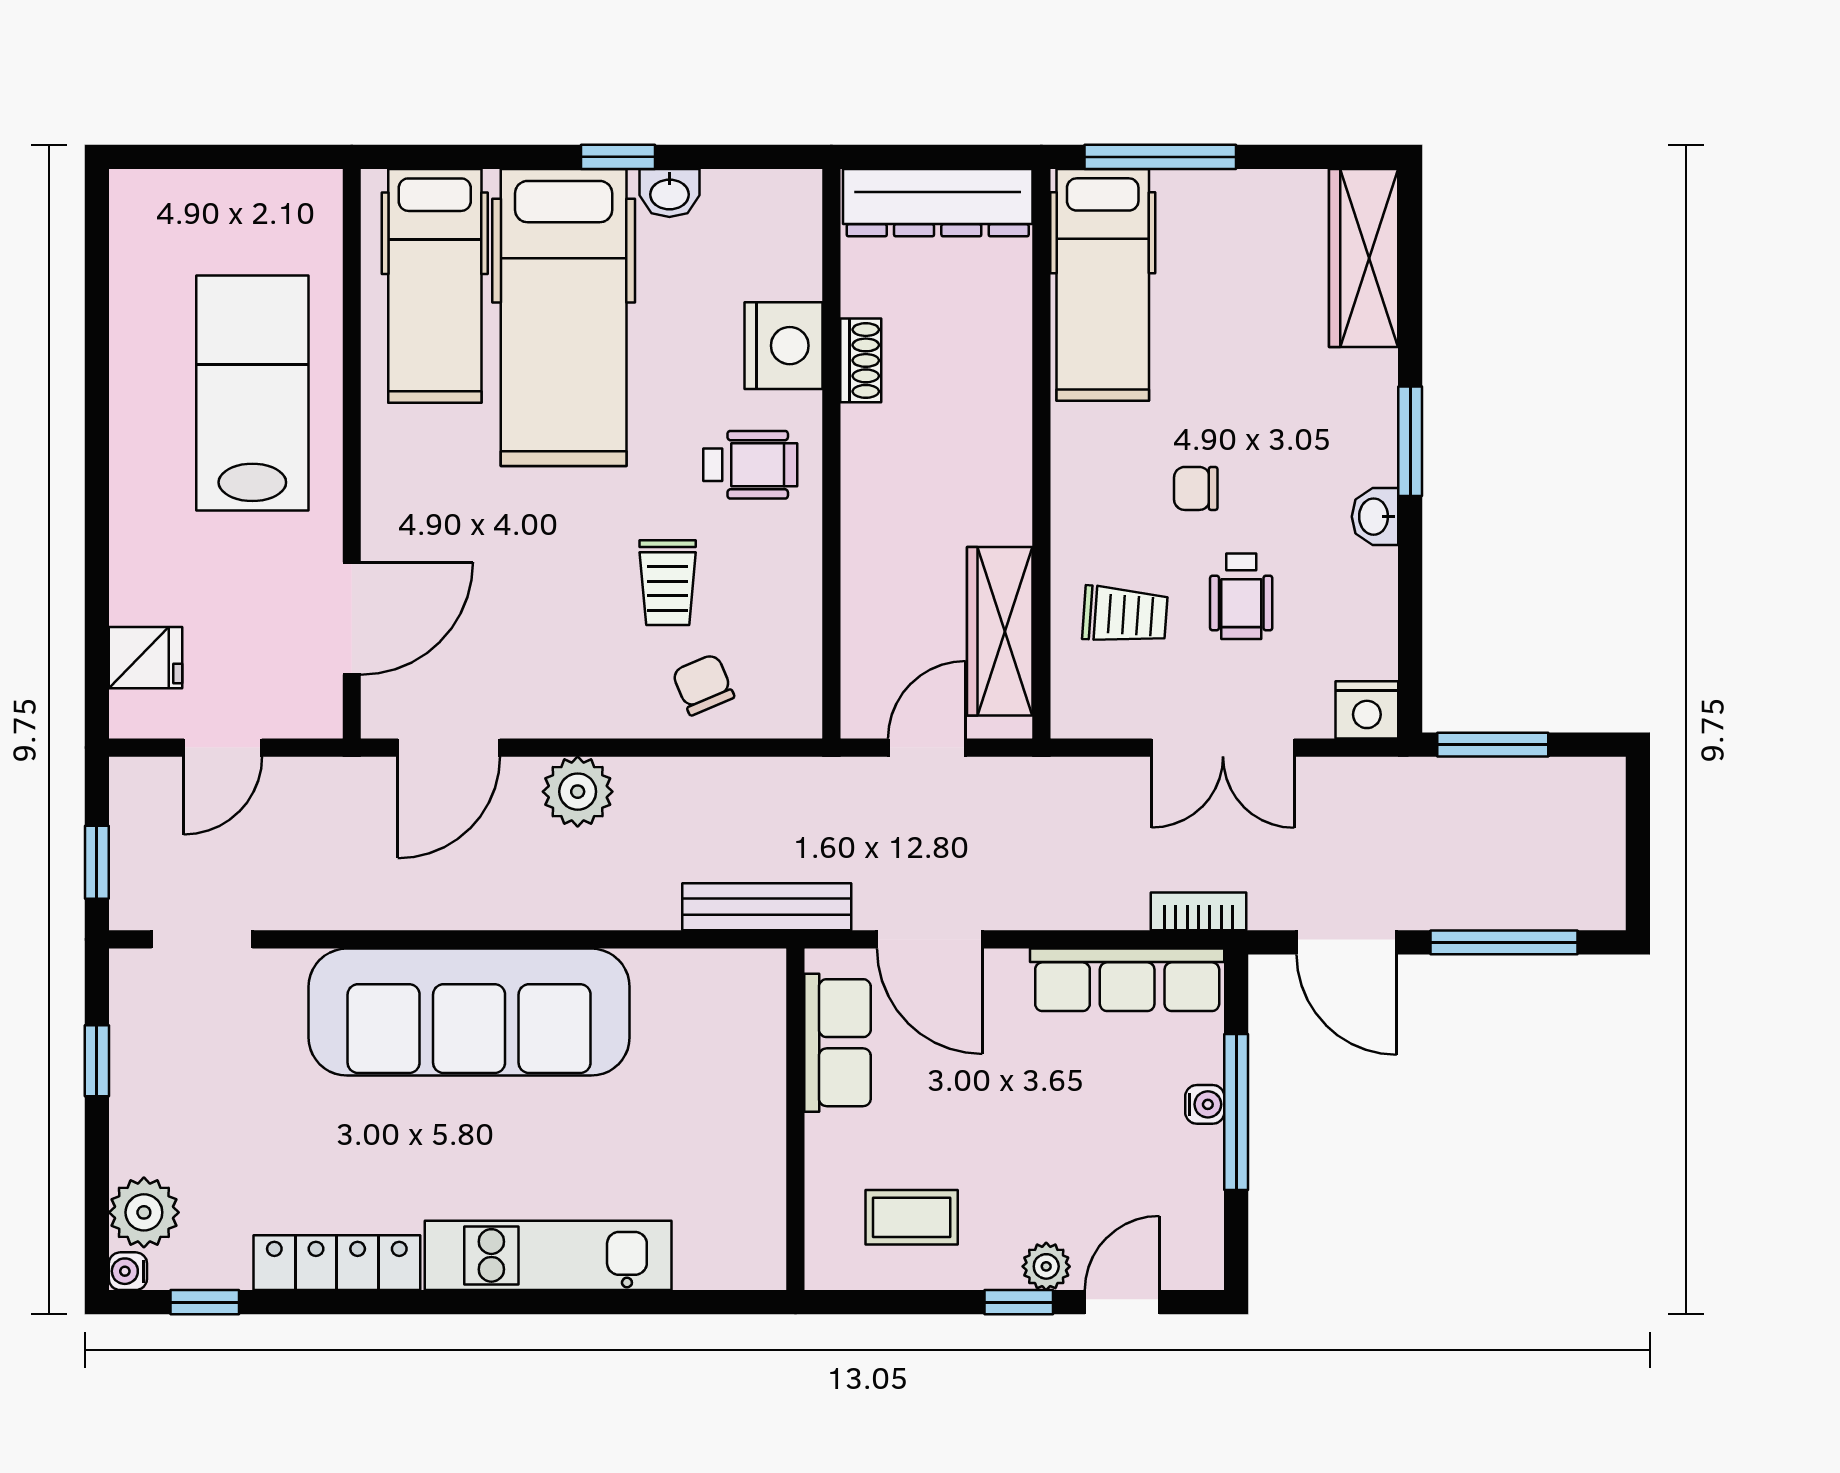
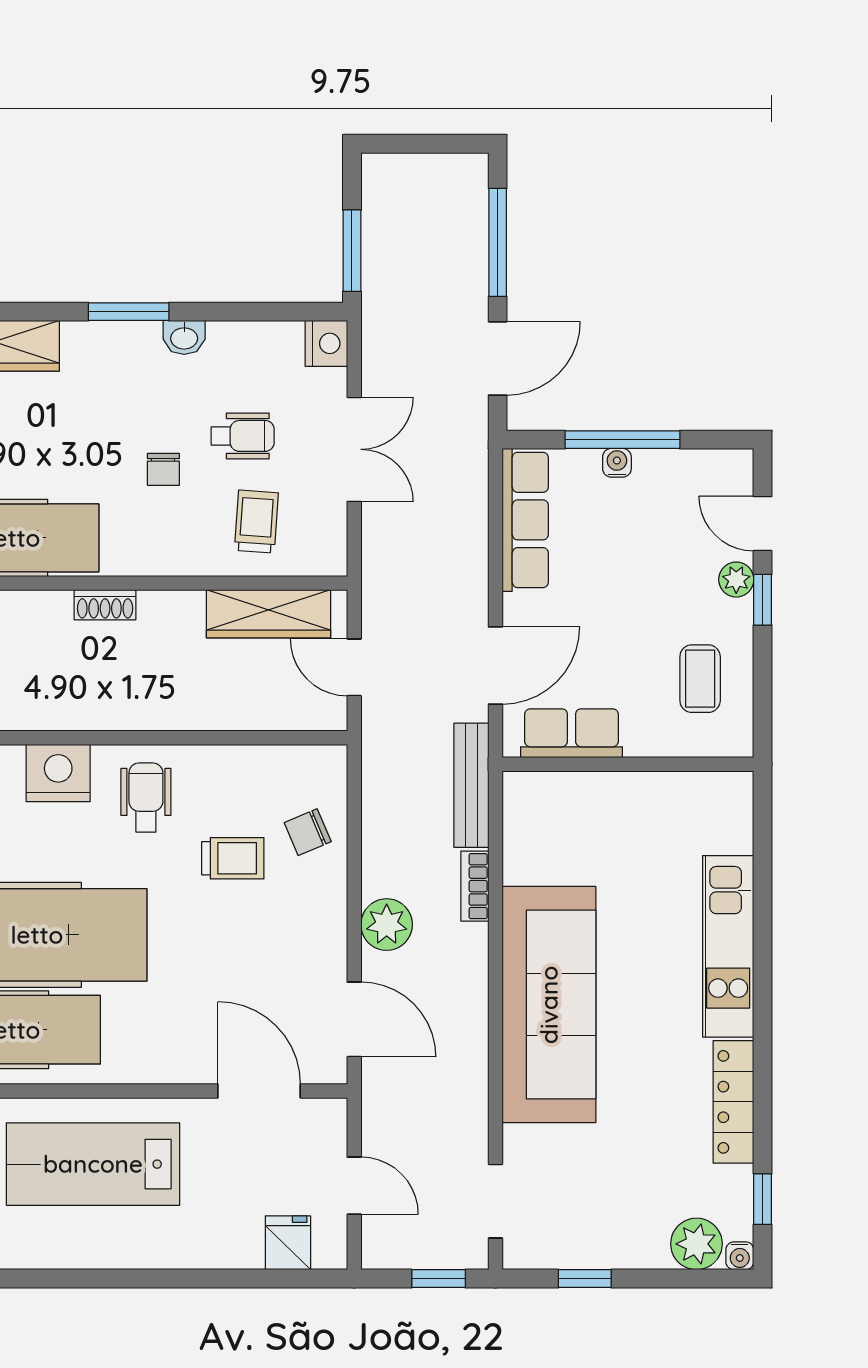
shoe rack: (861, 360) -> (105, 605), moved, turned 180
bookcase: (1199, 911) -> (475, 886), moved

